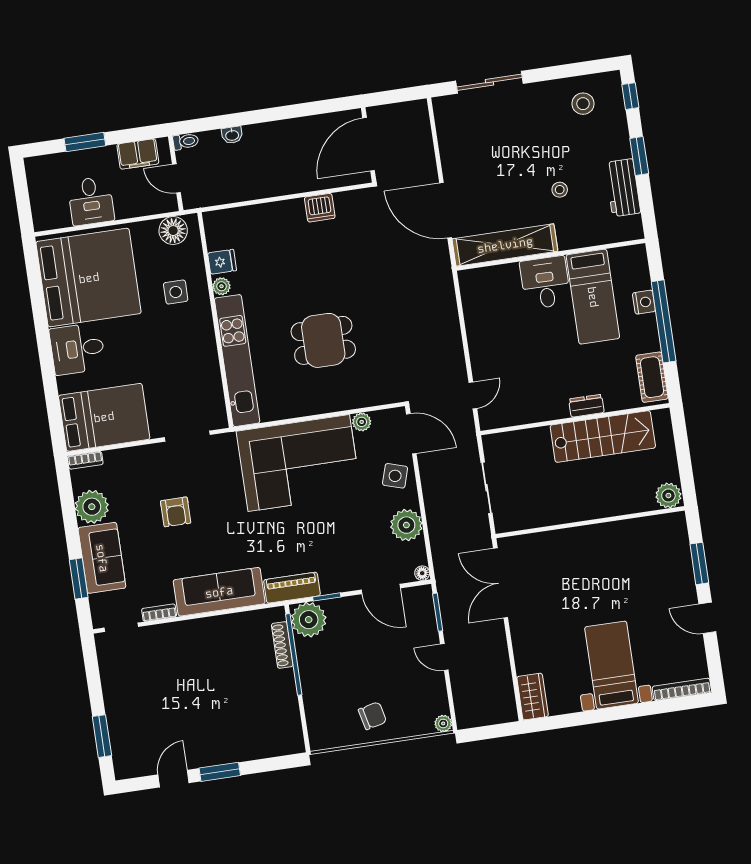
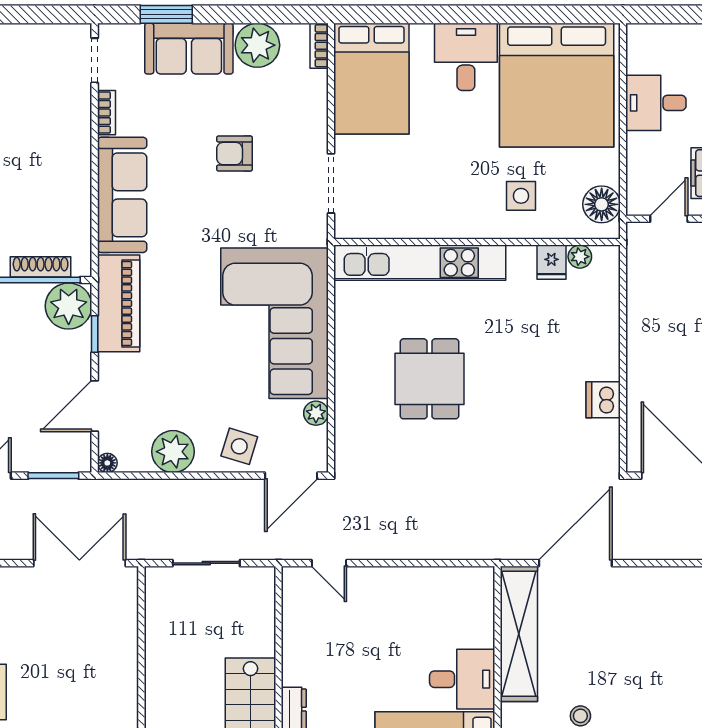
plant: (221, 286) -> (580, 257), moved
piano: (292, 588) -> (119, 303), width x1.37, depth x1.33

